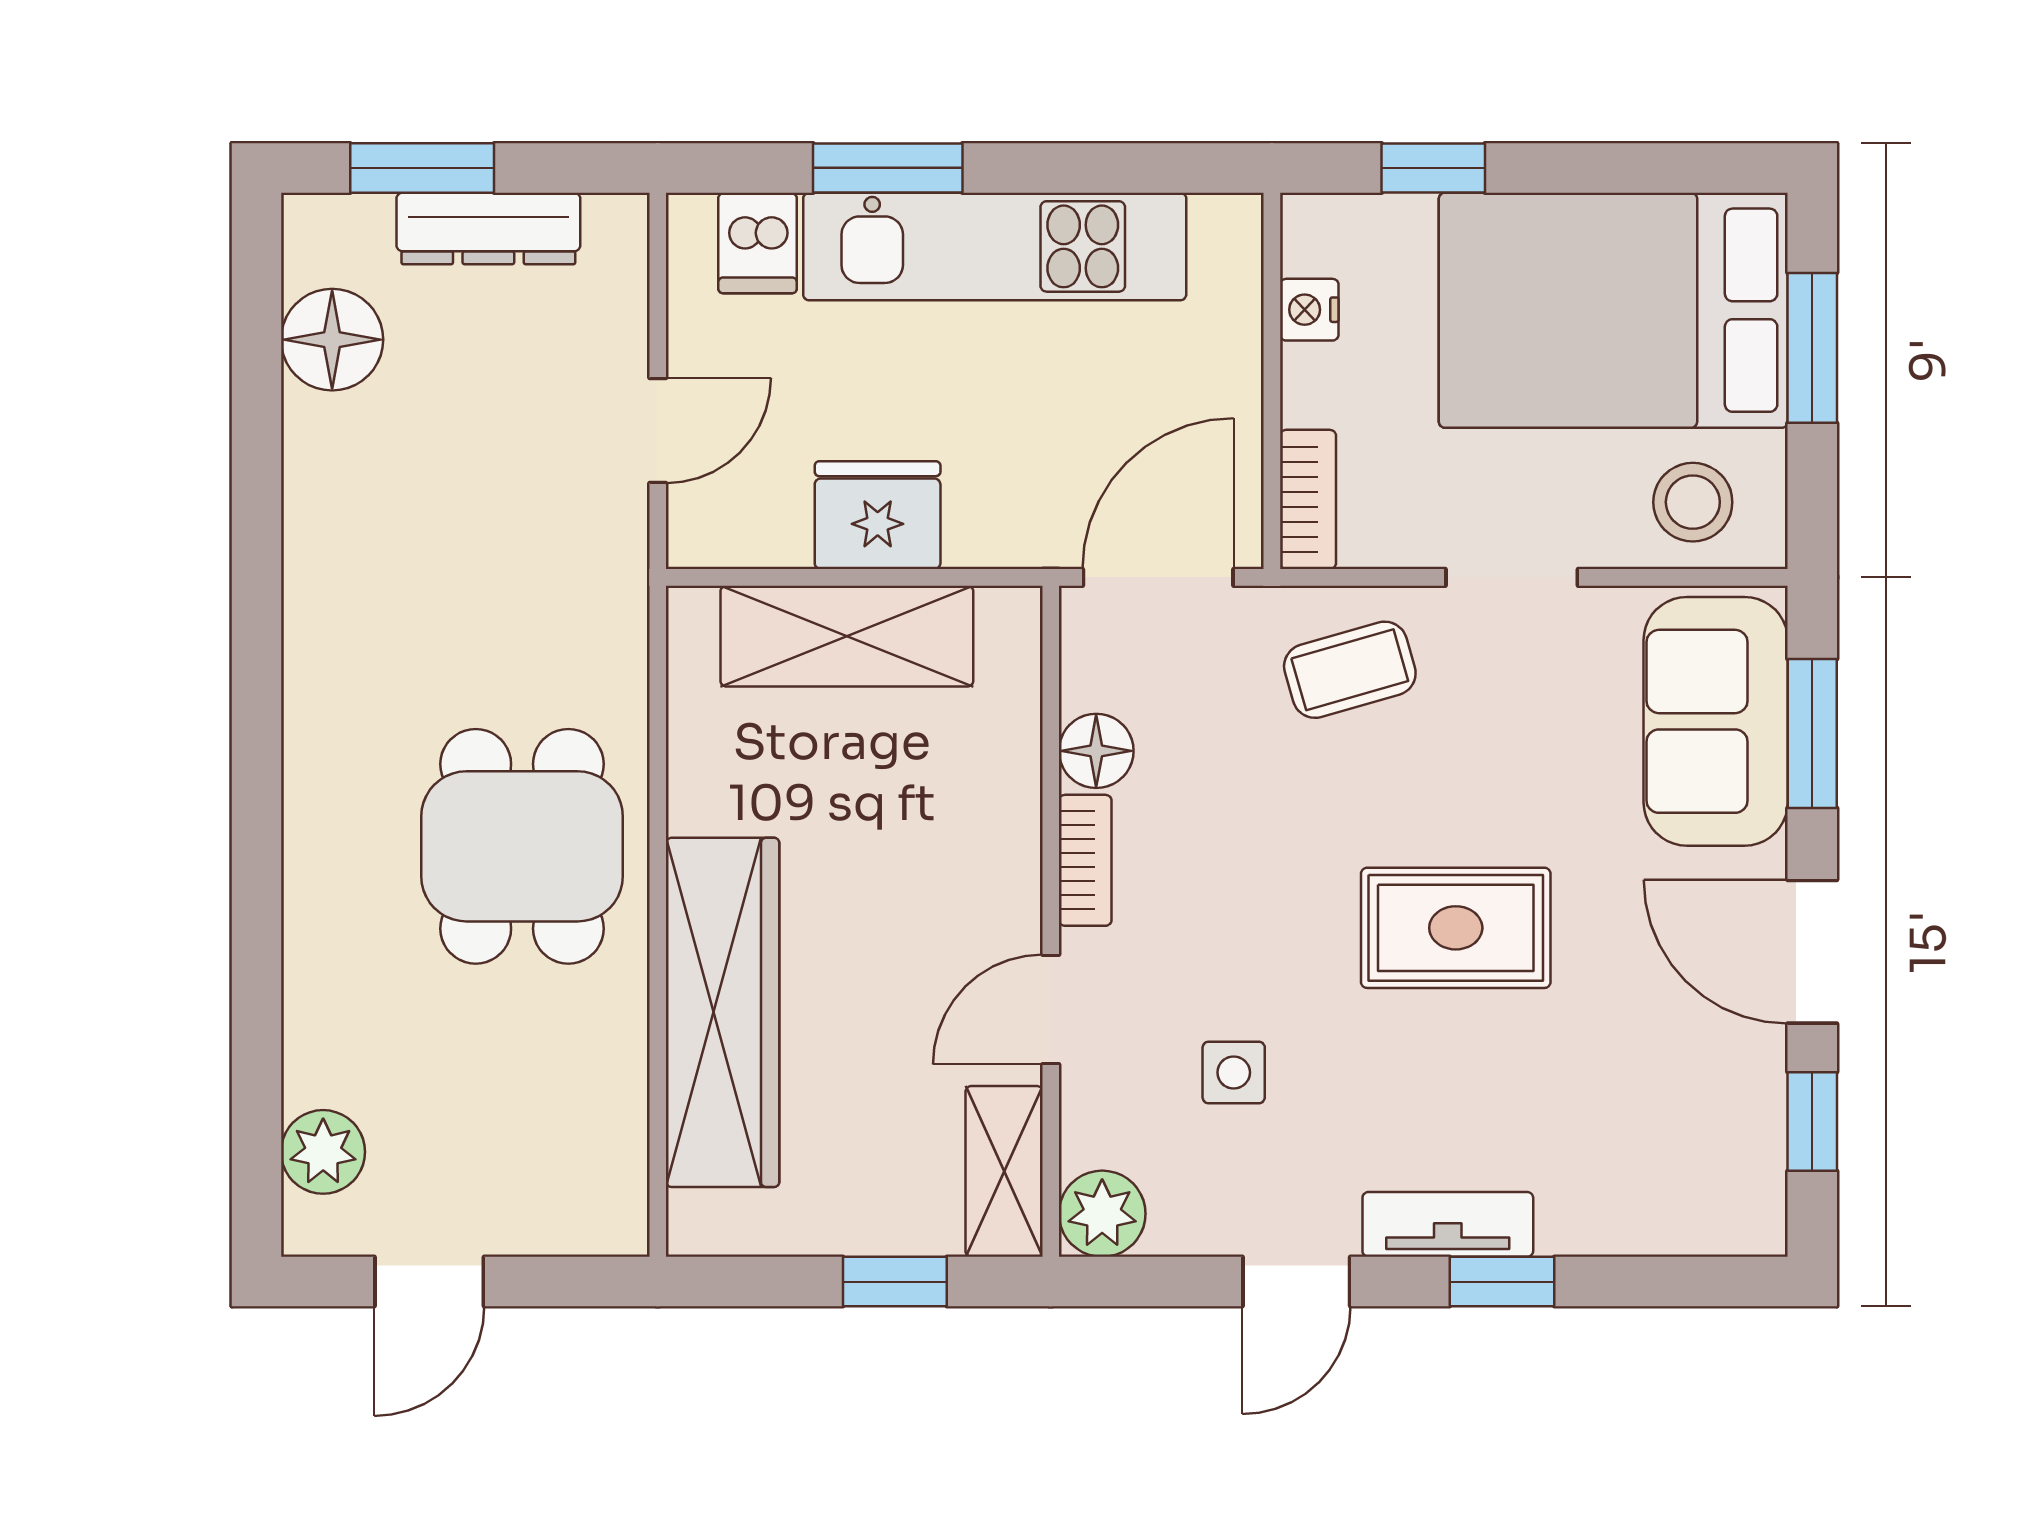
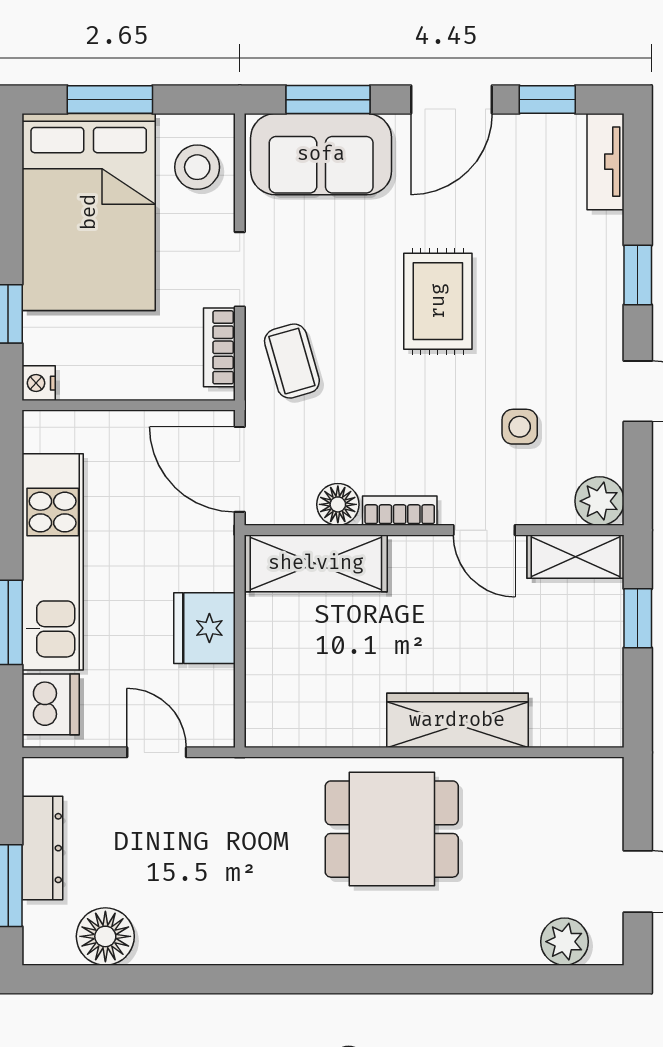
dishwasher: (758, 243) -> (51, 704), width x1.38
nightstand: (1309, 310) -> (39, 383), moved, turned 90
bookcase: (1308, 499) -> (219, 347), moved, turned -90
shelving: (847, 636) -> (316, 563), moved, turned 90
wardrobe: (723, 1012) -> (457, 720), width x0.71, depth x0.85
tv unit: (1448, 1224) -> (606, 162), moved

